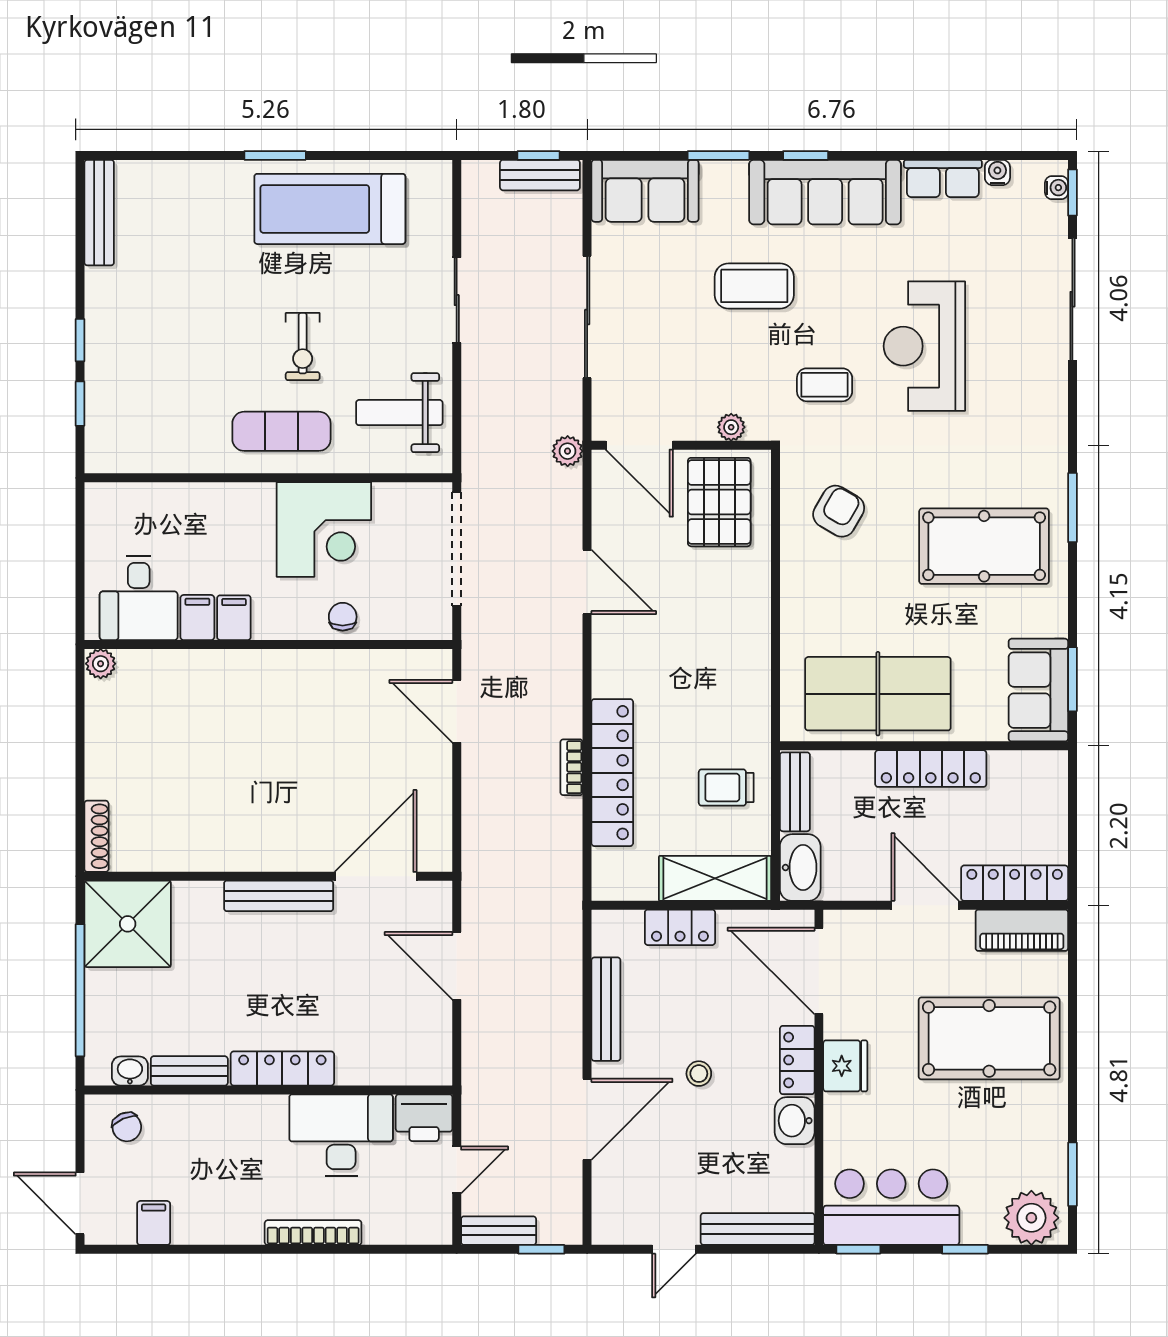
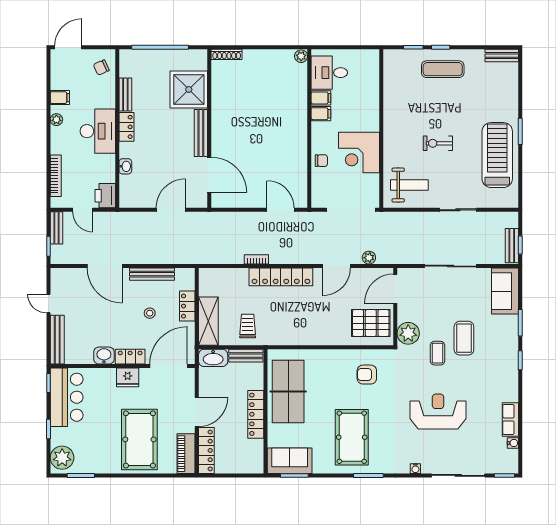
water cooler: (1057, 188) -> (415, 469), moved
sofa: (825, 192) -> (504, 369), removed
bench: (99, 213) -> (502, 56), width x0.73
coffee table: (825, 385) -> (437, 353), moved
weight bench: (399, 413) -> (409, 185), turned 90
plant: (731, 427) -> (408, 333), width x1.87, depth x1.87
exercise mat: (281, 431) -> (443, 69), moved, turned 90
plant: (568, 451) -> (369, 258), moved
armchair: (839, 511) -> (367, 375), turned 150
door: (457, 711) -> (281, 210), hinge flipped
locker: (612, 773) -> (281, 277), moved
shower: (128, 924) -> (189, 89), moved
locker: (282, 1068) -> (126, 127), width x0.66
washbasin: (130, 1071) -> (125, 166), moved
stool: (699, 1074) -> (150, 313), moved
desk: (341, 1135) -> (98, 131), moved
filing cabinet: (154, 1223) -> (60, 98), moved
plant: (248, 1231) -> (56, 120), added
bookcase: (313, 1233) -> (56, 176), moved

